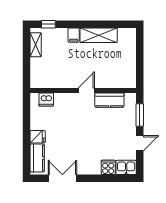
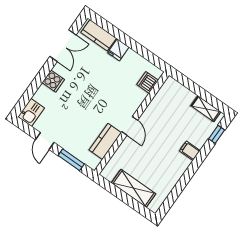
shelving: (99, 35) -> (134, 188), moved, turned 90
cooker: (108, 167) -> (53, 81), moved

